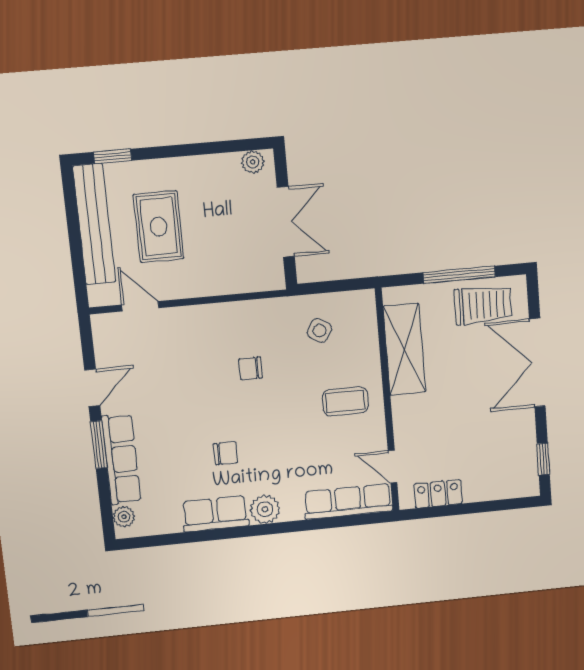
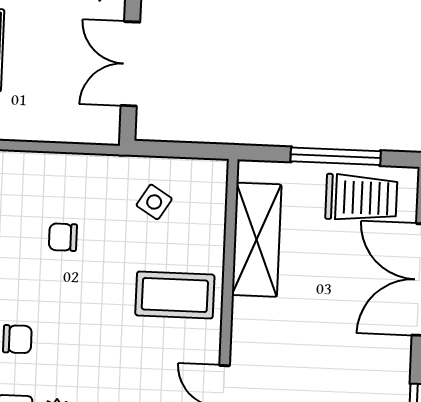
double door: (286, 222) -> (130, 64), swing flipped
coffee table: (345, 401) -> (175, 295), width x1.36, depth x1.30

